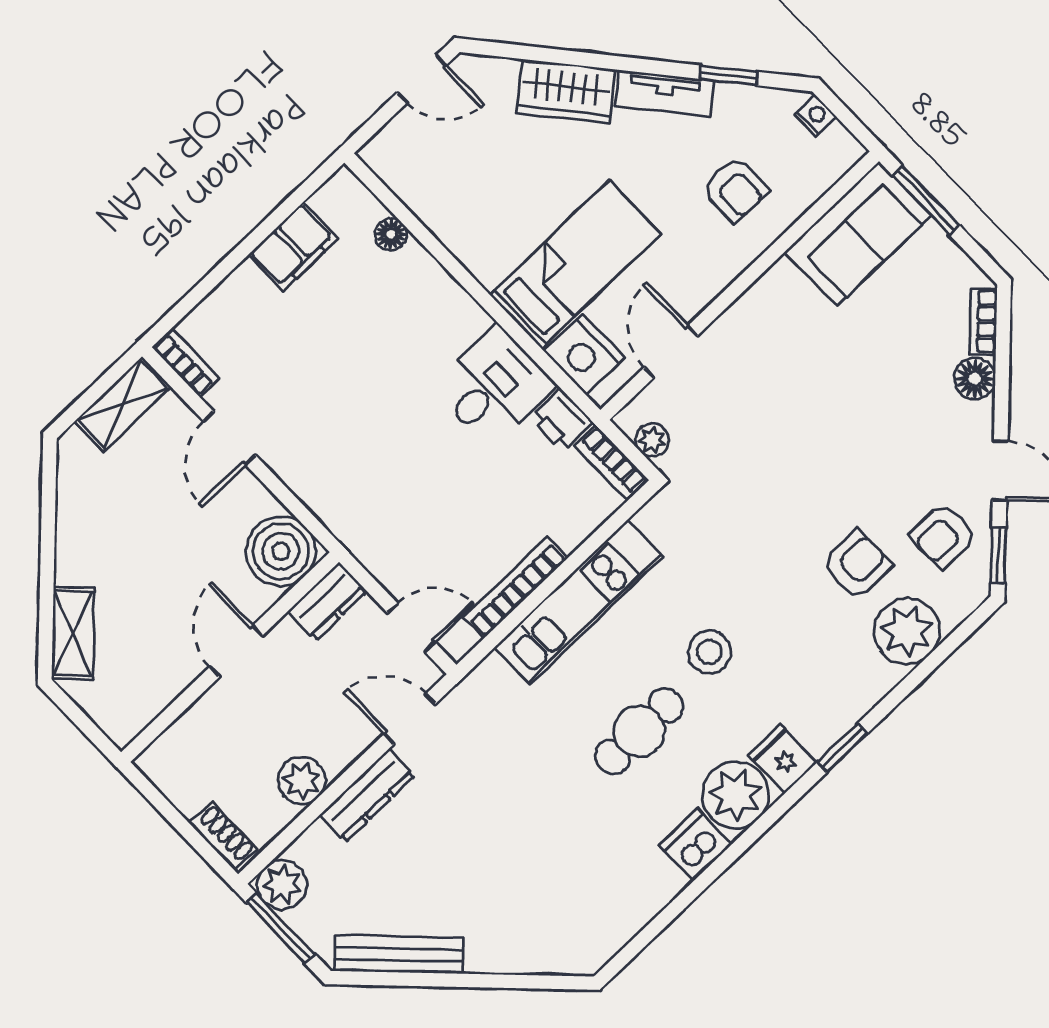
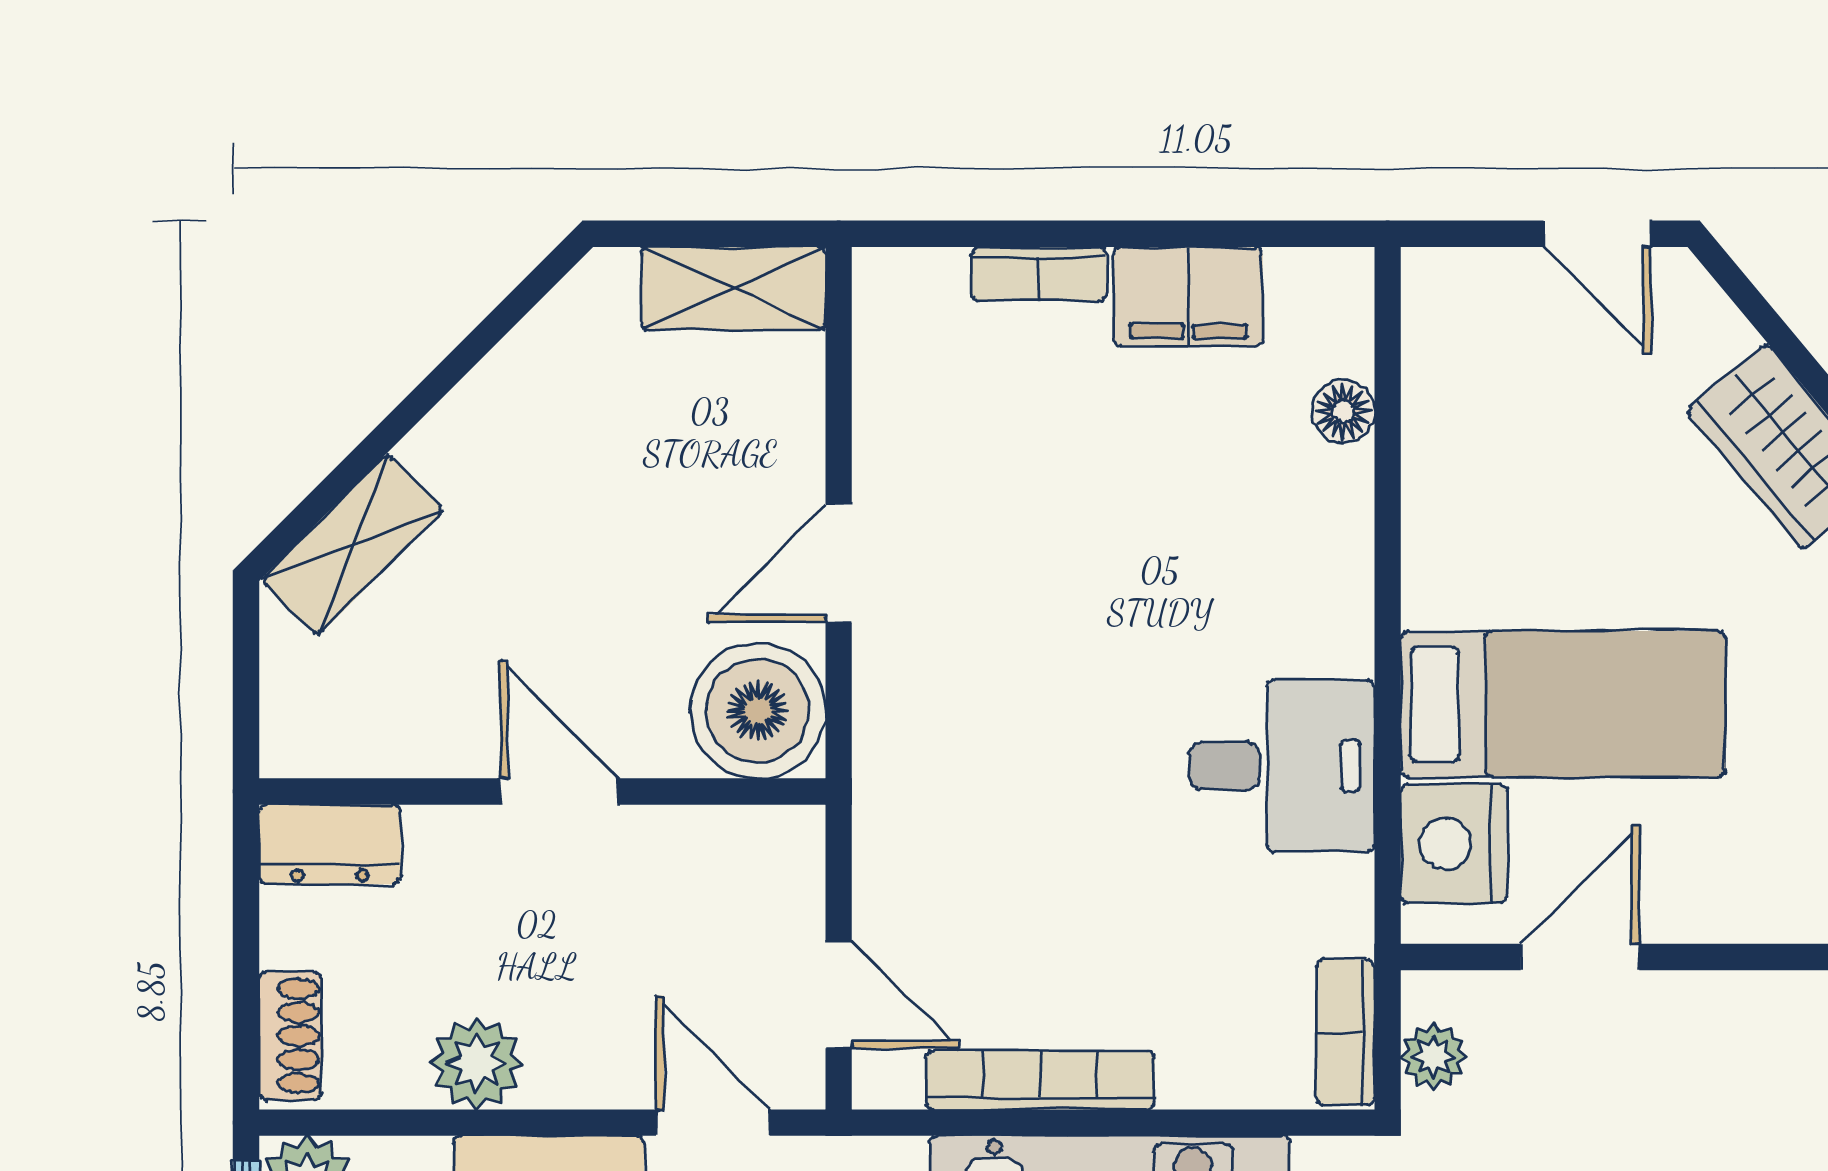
bookcase: (186, 363) -> (1039, 274), moved, turned 90
printer: (561, 420) -> (1332, 906), removed
door: (230, 438) -> (839, 563), moved
dresser: (327, 602) -> (330, 844), moved
door: (236, 651) -> (559, 791), hinge flipped

